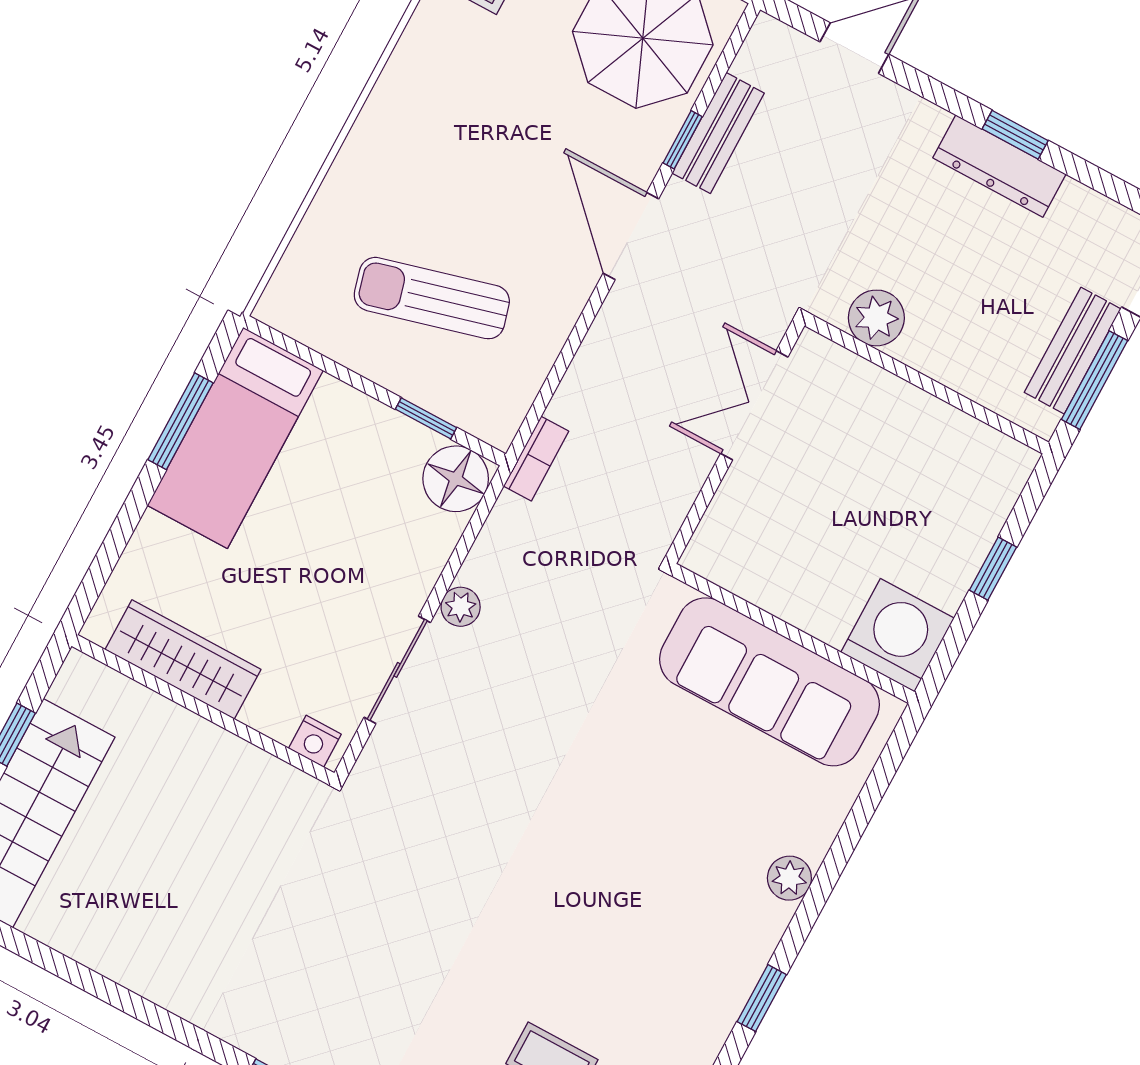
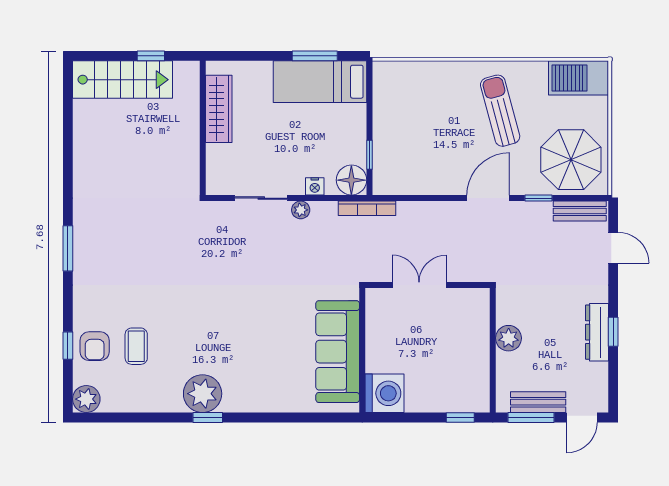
bench: (718, 133) -> (580, 211), moved
sun lounger: (432, 298) -> (500, 111), moved
plant: (876, 318) -> (509, 338), moved
double door: (754, 405) -> (419, 285), moved
bookcase: (536, 459) -> (367, 208), width x1.56
window: (993, 569) -> (460, 417), moved
nightstand: (315, 741) -> (315, 186), moved, turned -90
plant: (789, 878) -> (203, 394), moved, width x1.87, depth x1.87

